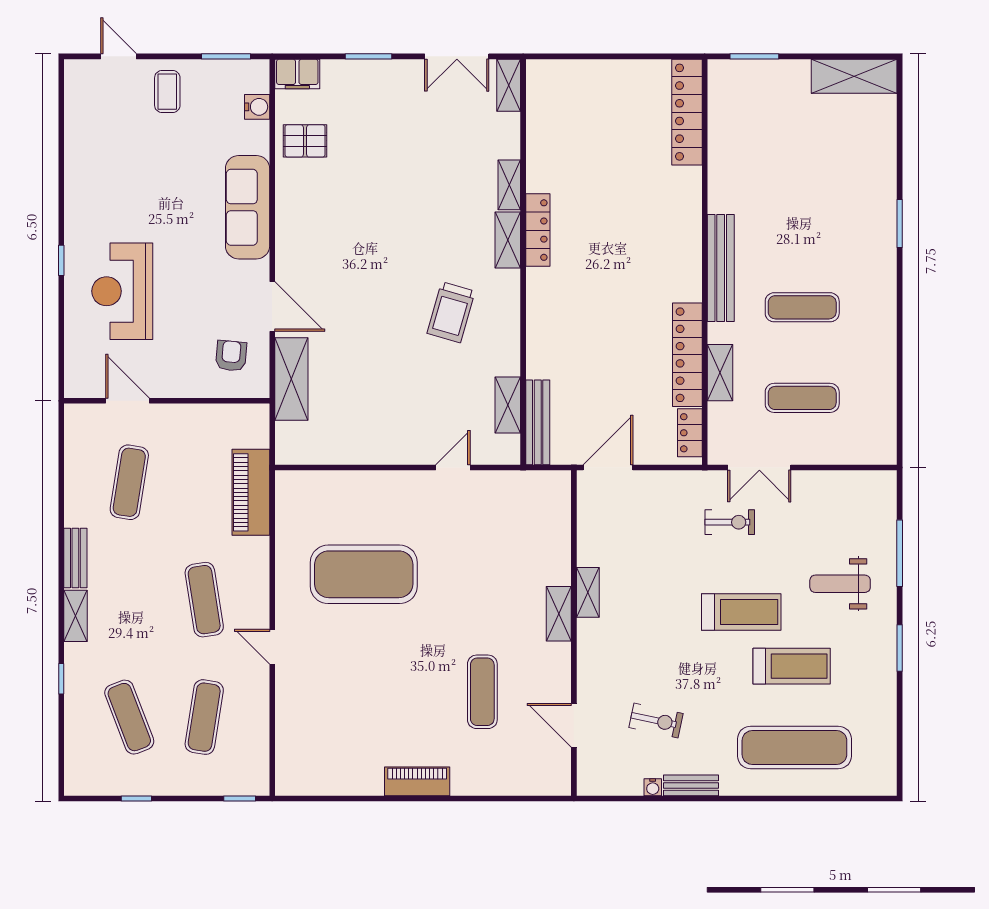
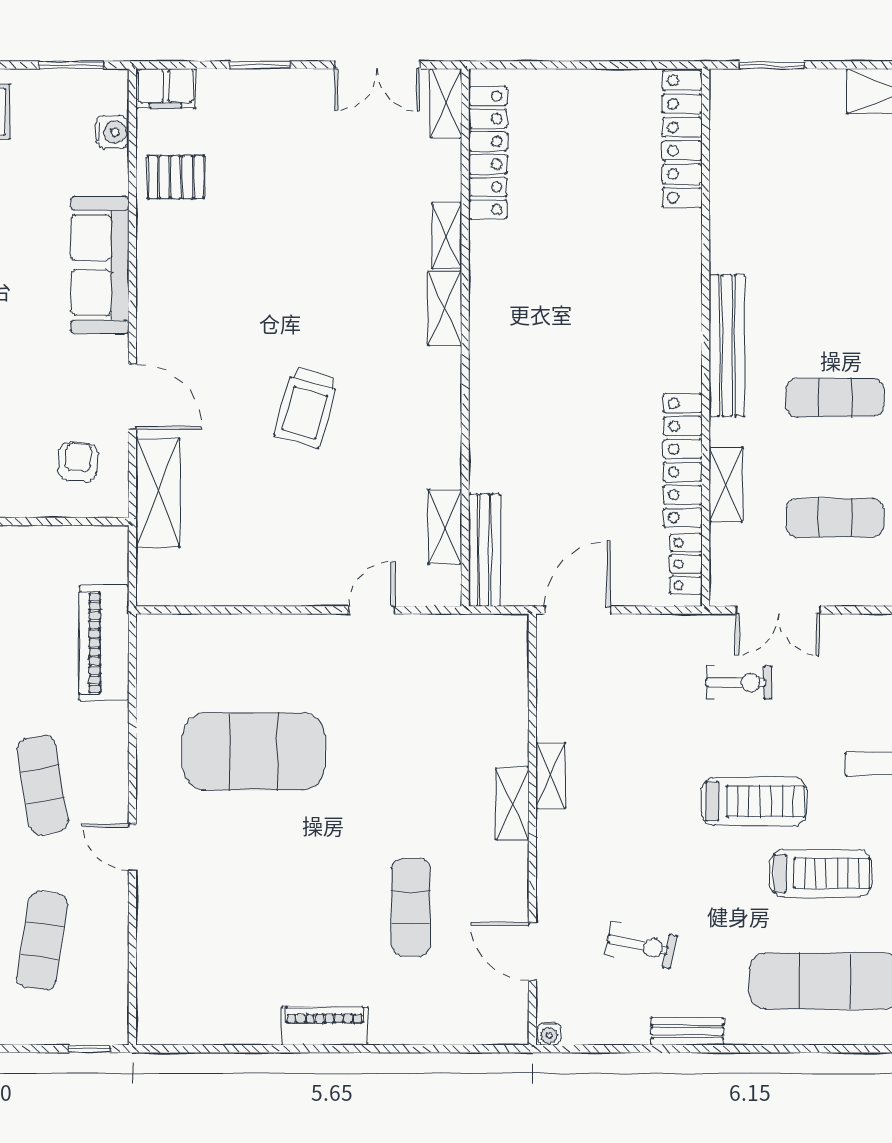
locker: (538, 230) -> (488, 153), moved, width x1.41, depth x1.21
trolley: (451, 312) -> (306, 408), moved
water cooler: (653, 787) -> (549, 1034), moved

